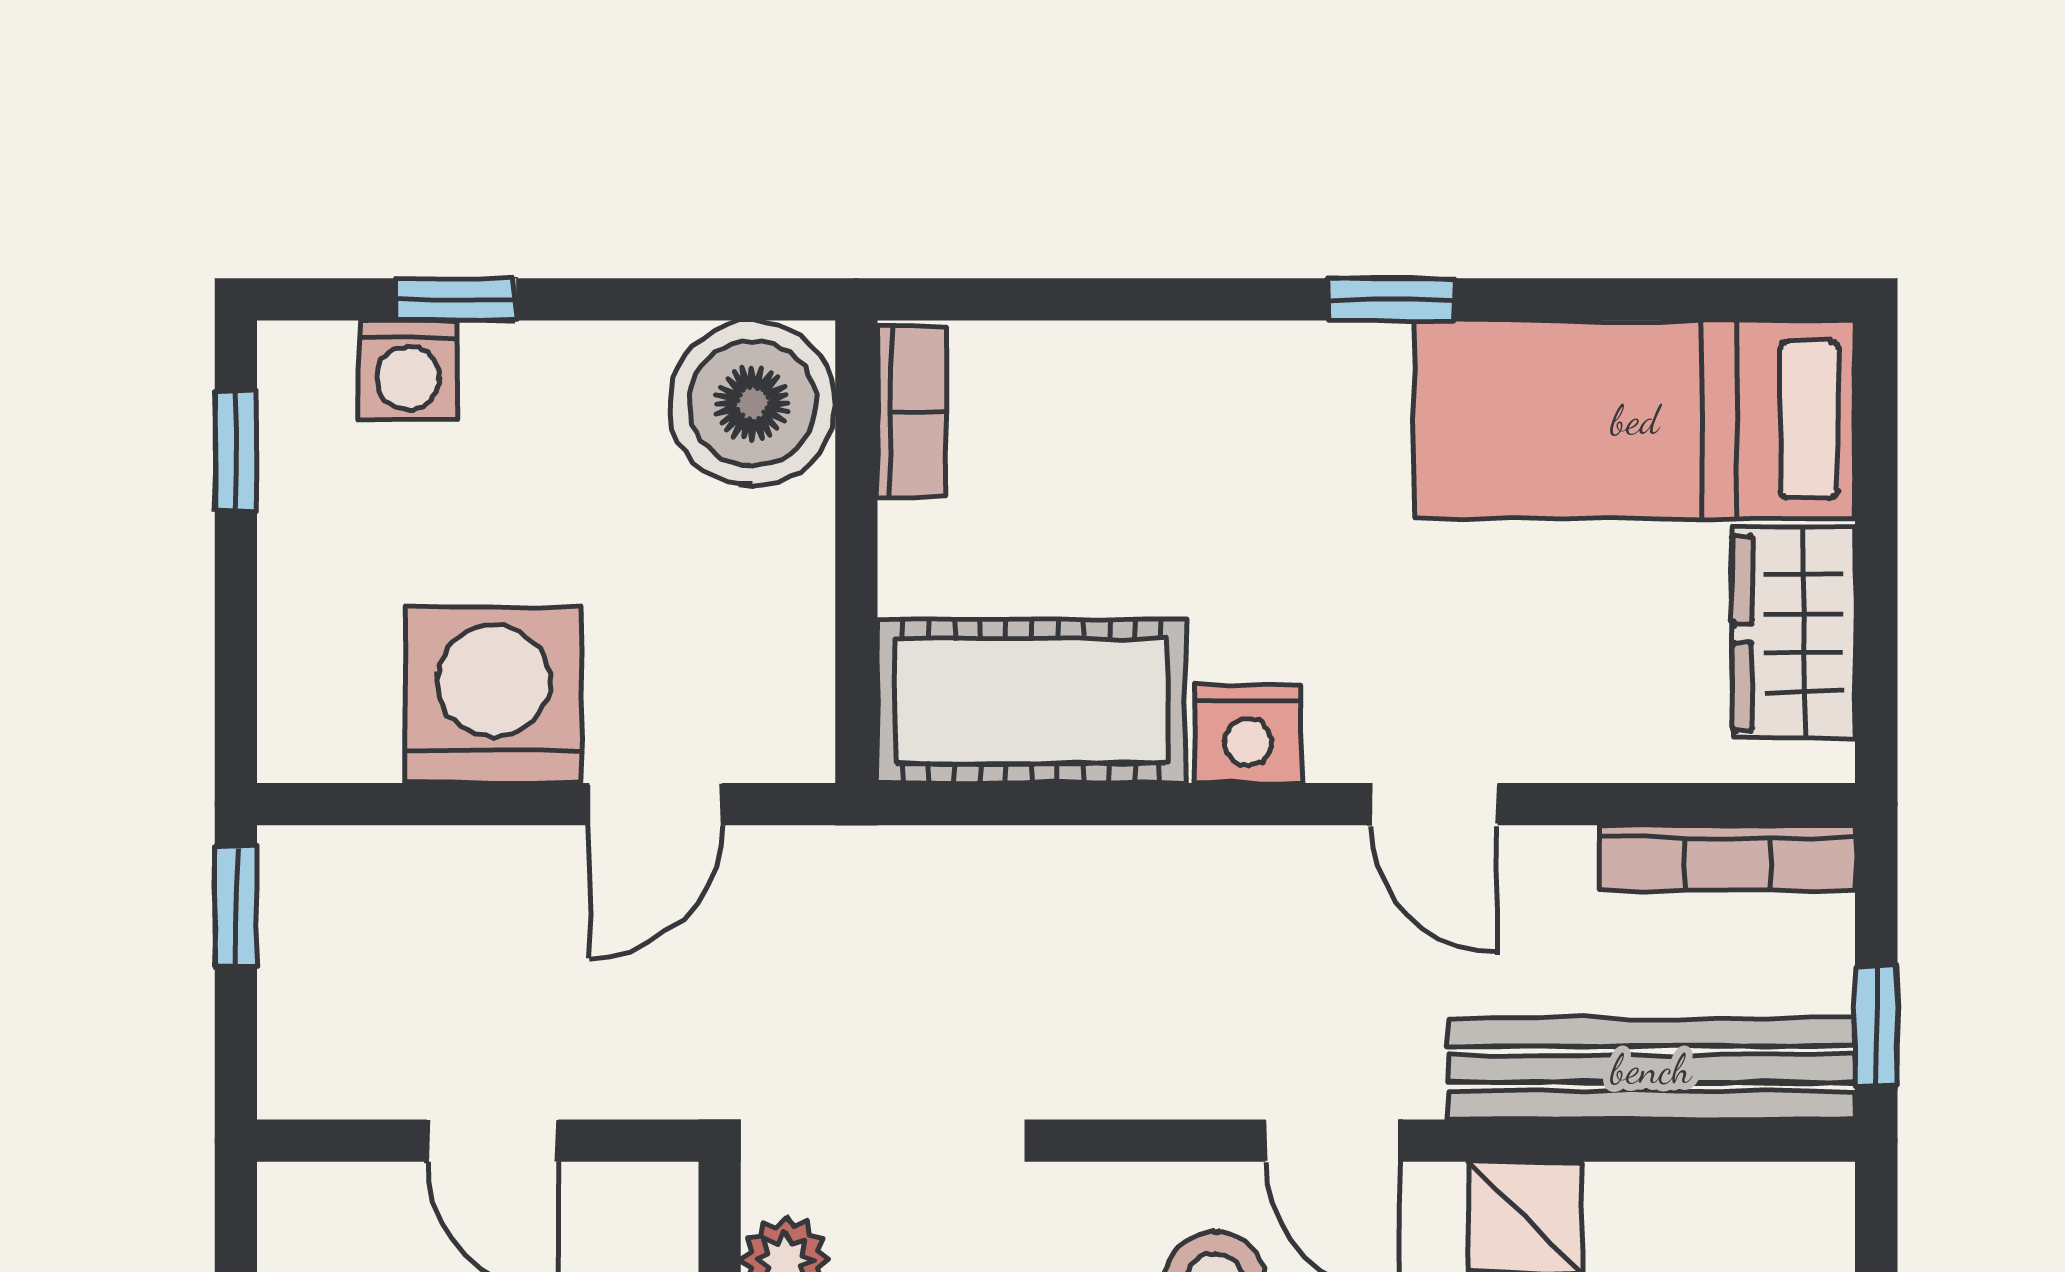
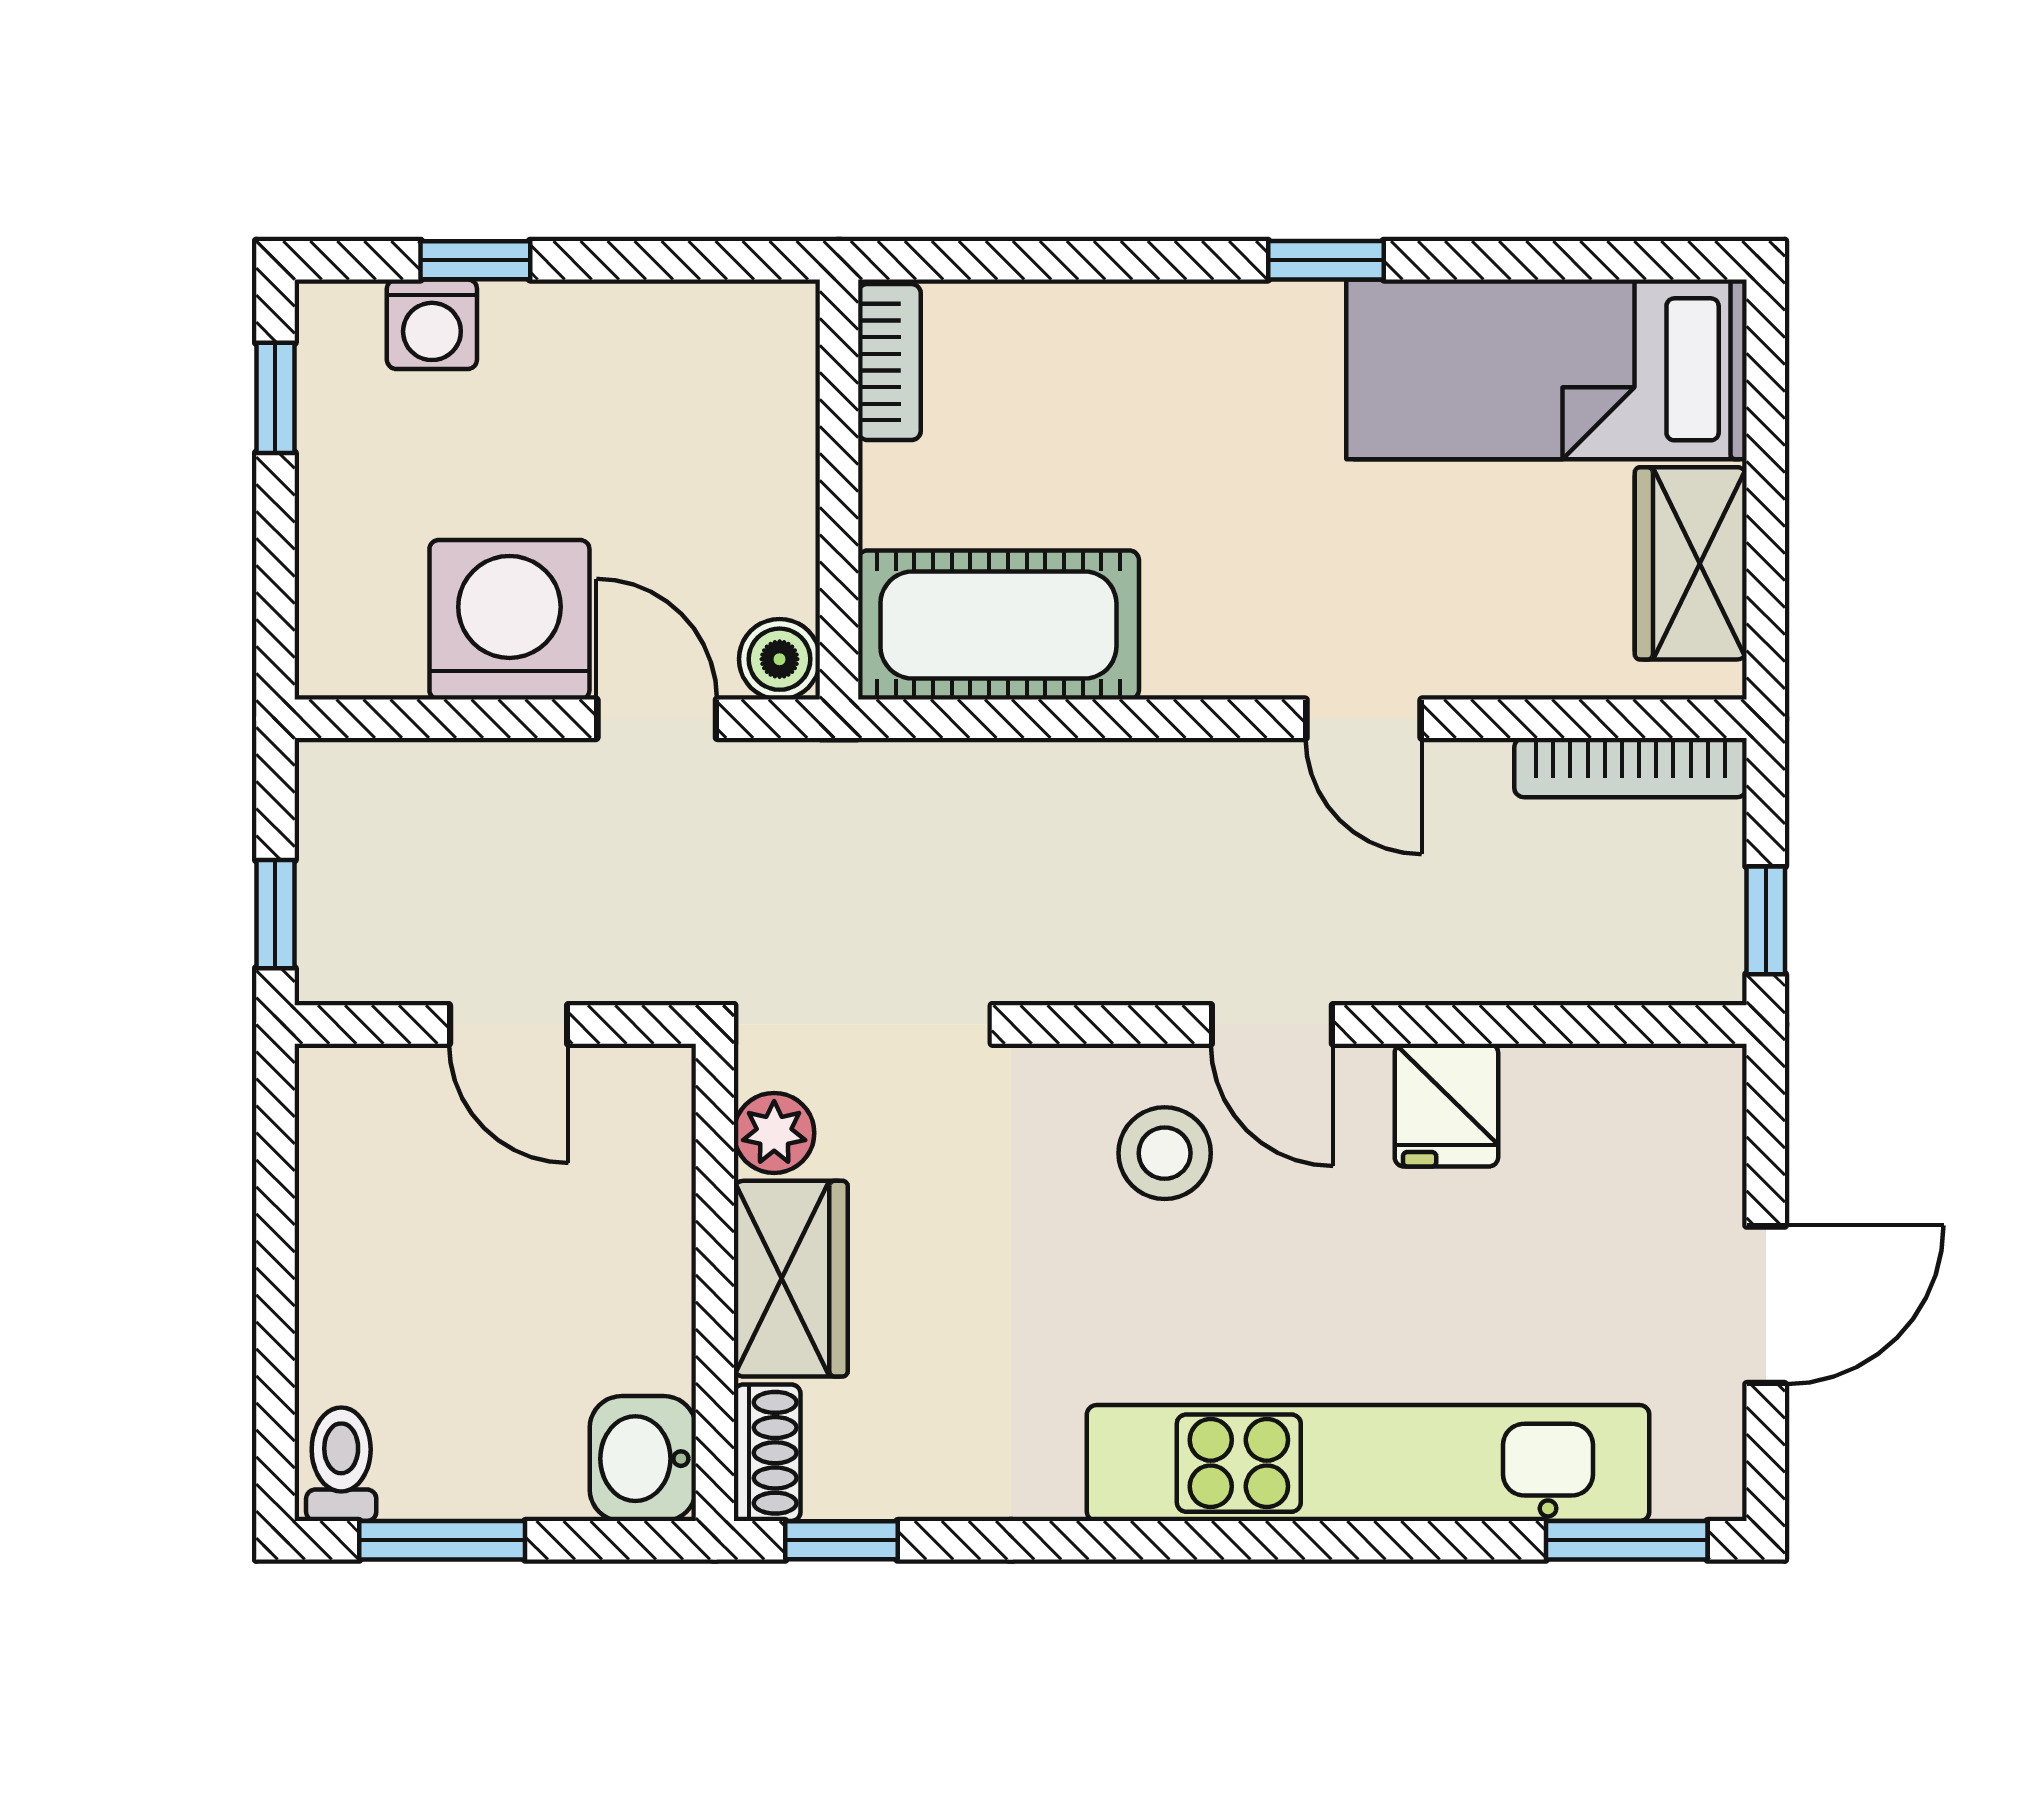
boiler: (752, 403) -> (780, 659), moved, width x0.54, depth x0.54
nightstand: (1248, 734) -> (1195, 655), removed
door: (656, 804) -> (657, 719), swing flipped
window: (236, 907) -> (275, 914), moved
bench: (1651, 1069) -> (1561, 959), removed

